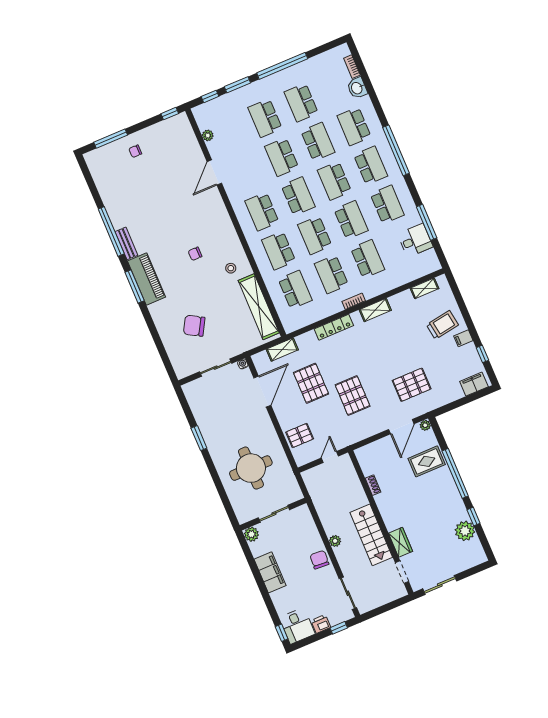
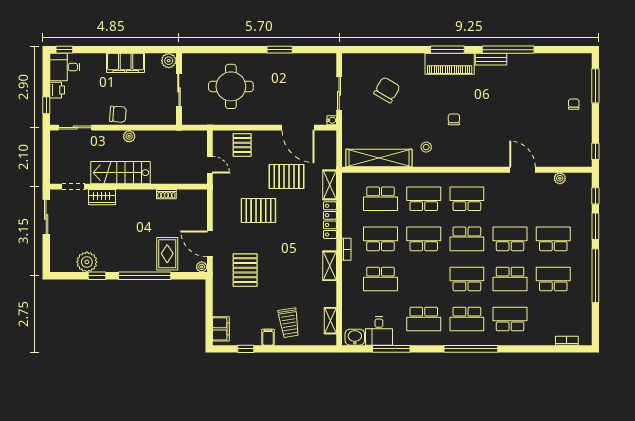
washbasin: (357, 88) -> (355, 337), moved
school desk: (351, 220) -> (424, 279), removed
shelving: (282, 349) -> (330, 185), moved

